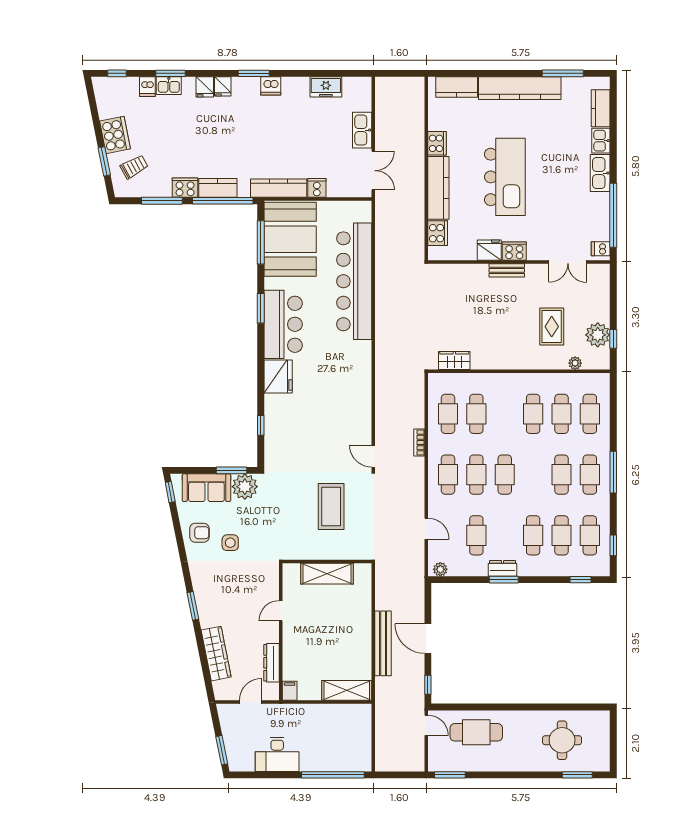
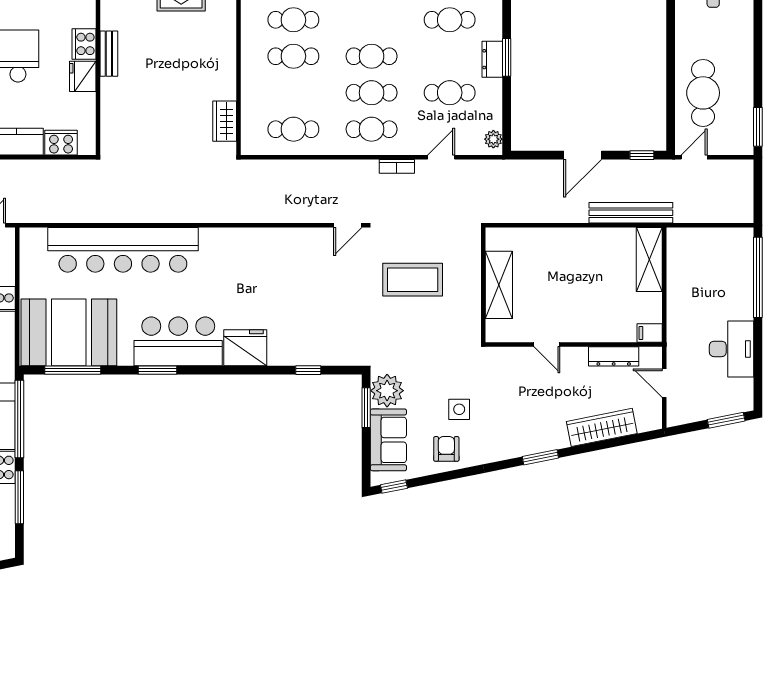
cafe table: (476, 414) -> (293, 56), moved
bookcase: (419, 443) -> (397, 166), moved
bench: (383, 643) -> (631, 213), moved

